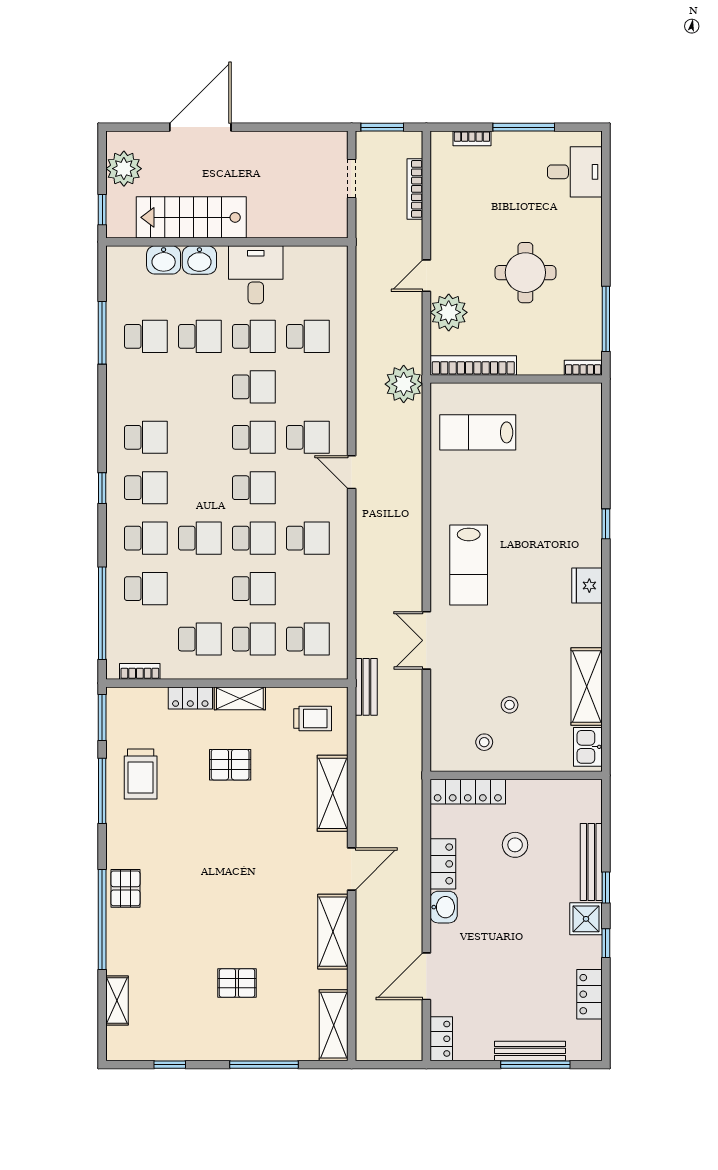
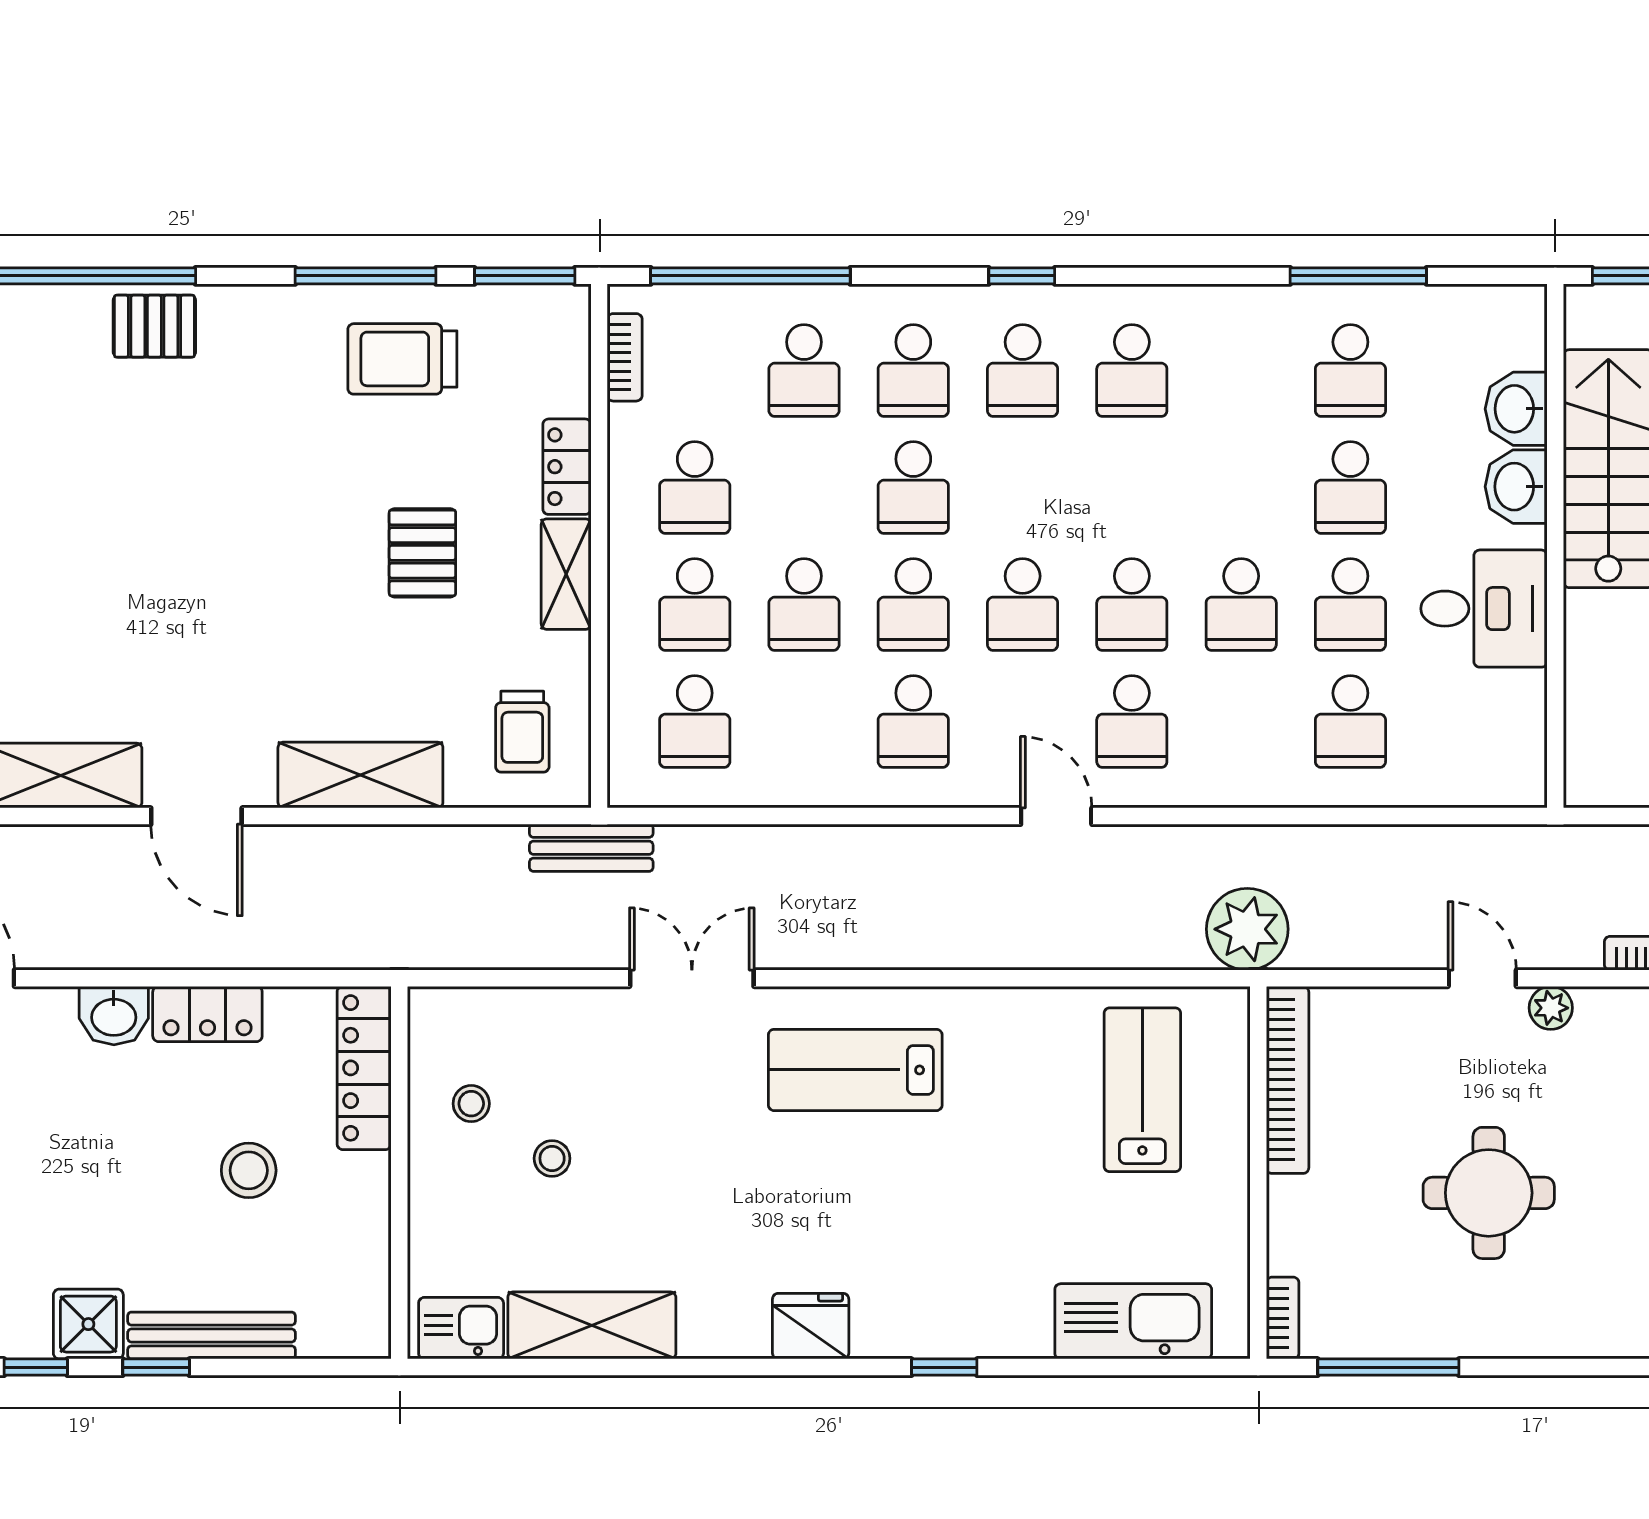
plant: (449, 312) -> (1551, 1008), moved, width x0.53, depth x0.53
kitchen sink: (585, 437) -> (1133, 1321), added
door: (352, 472) -> (1056, 816), hinge flipped

